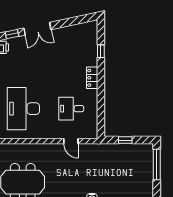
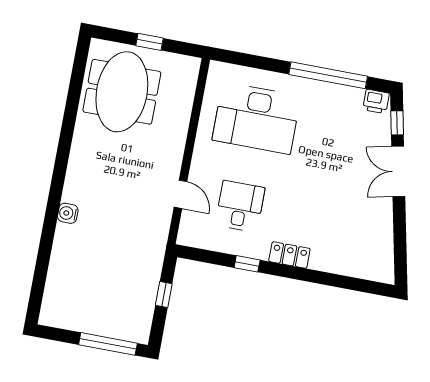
window: (101, 51) -> (247, 264), moved
desk: (23, 109) -> (256, 118), turned 180
door: (71, 141) -> (180, 194), swing flipped

